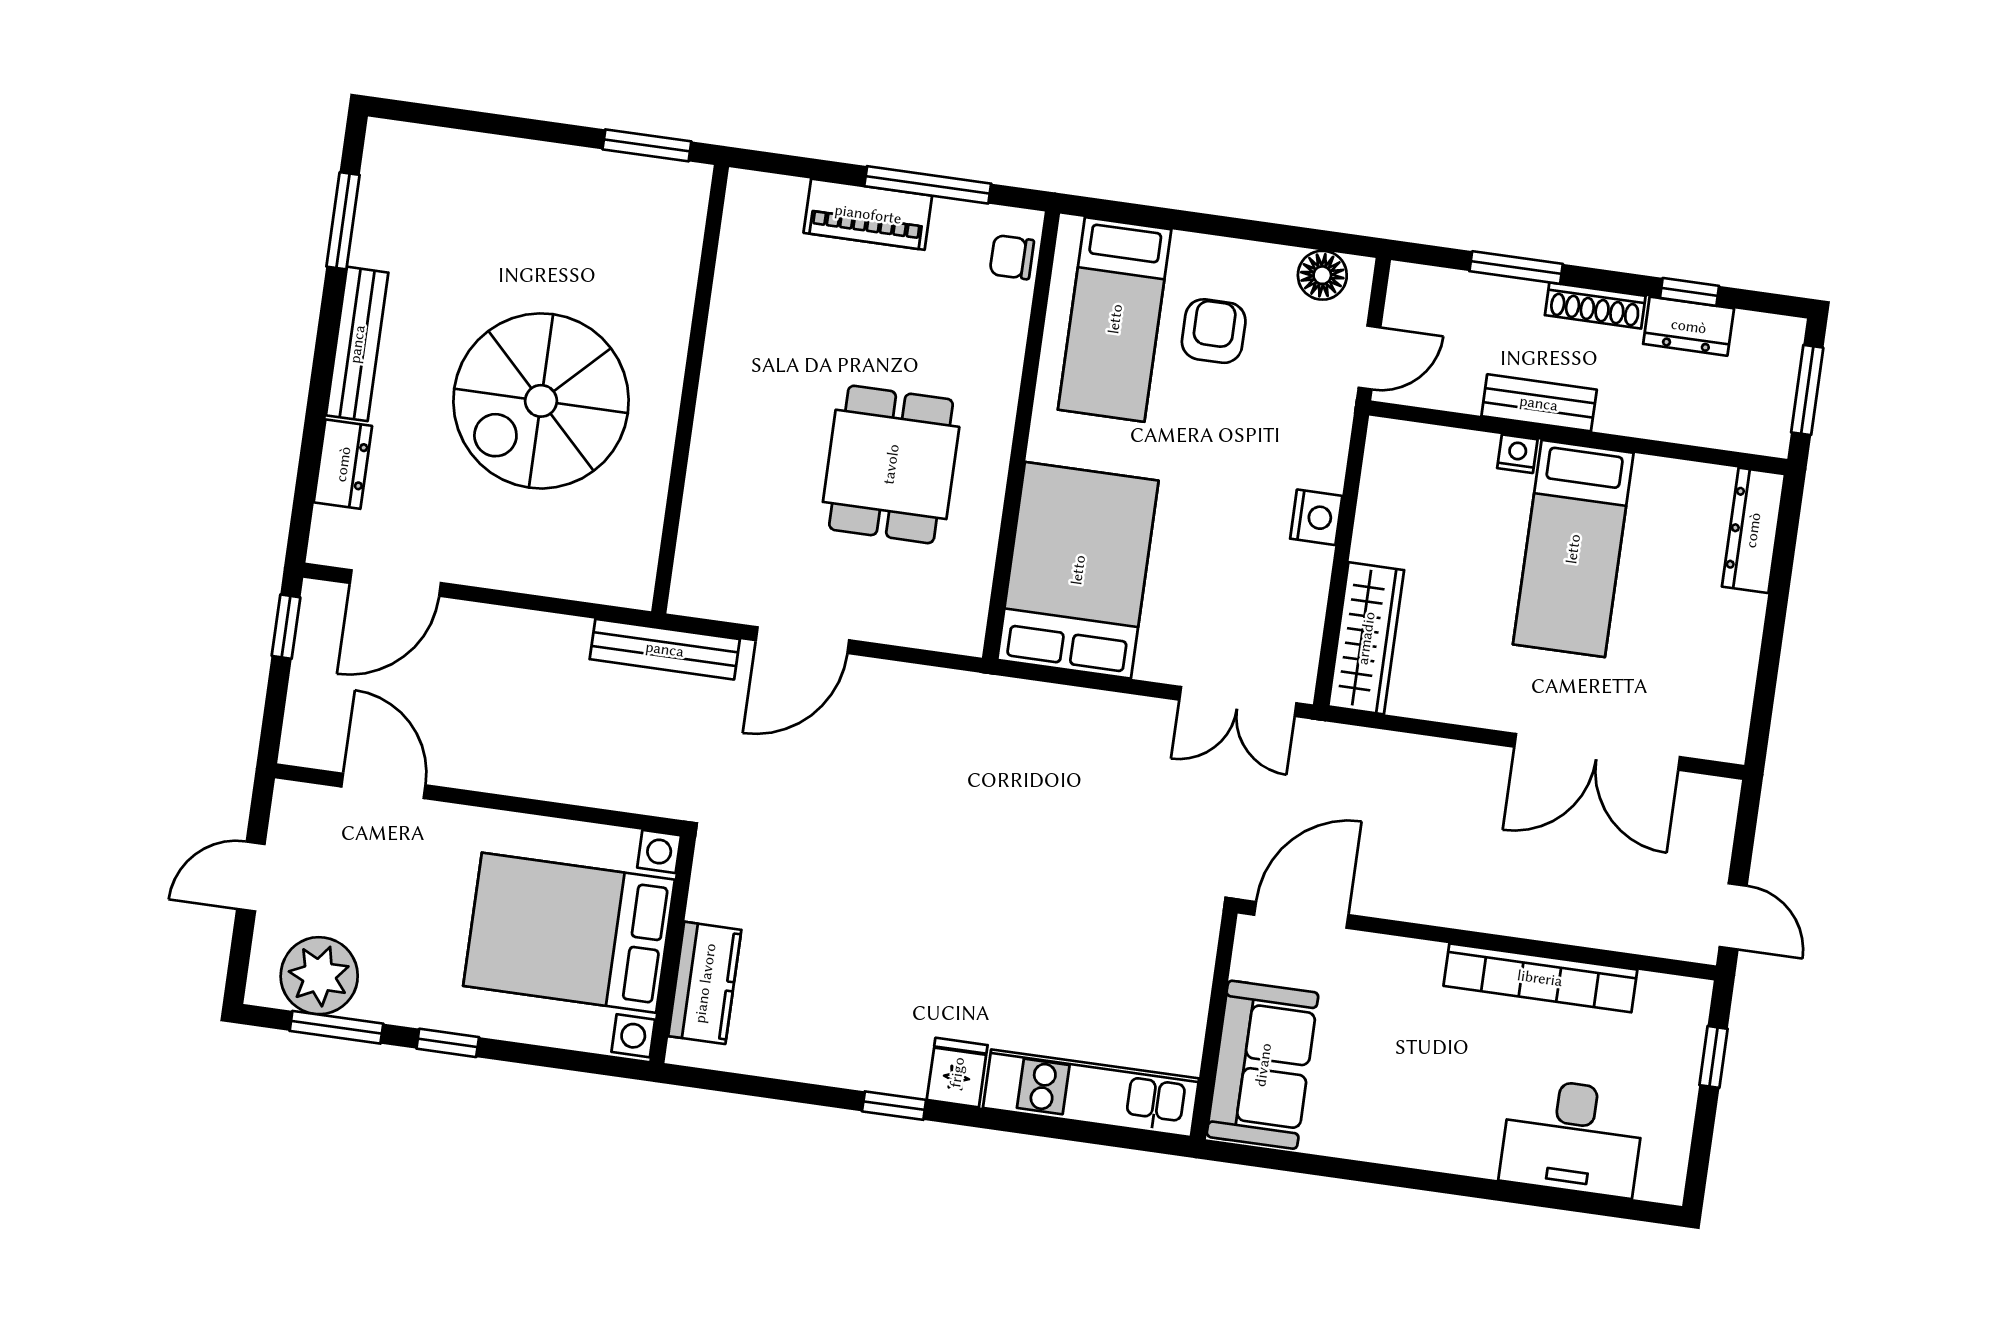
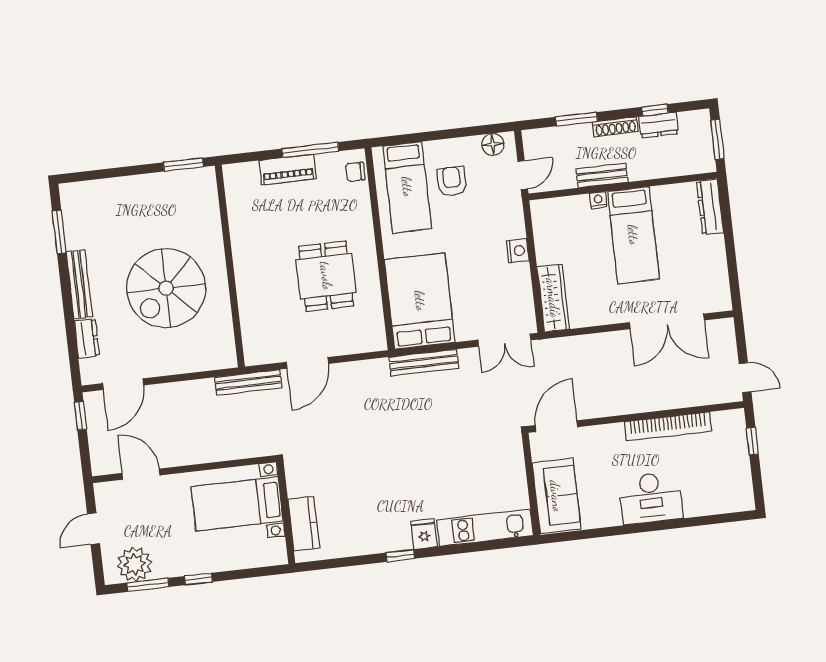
bench: (1053, 704) -> (424, 362), added
bed with nightstands: (569, 933) -> (237, 504), width x0.73
desk: (1572, 1137) -> (651, 498), moved

